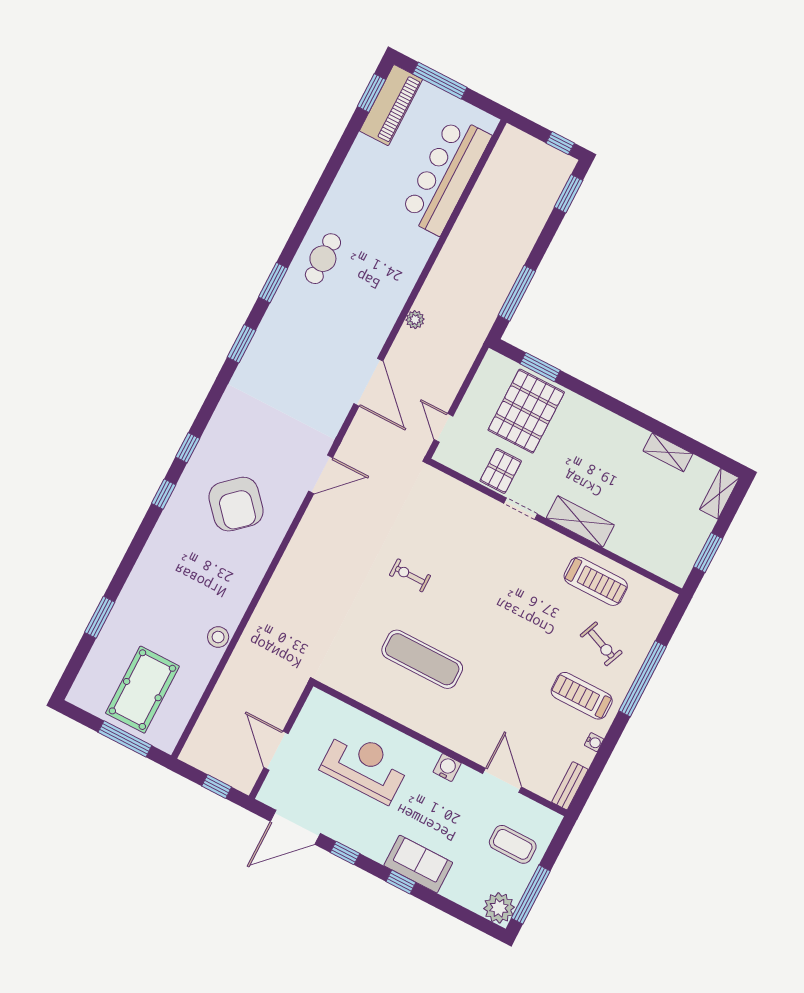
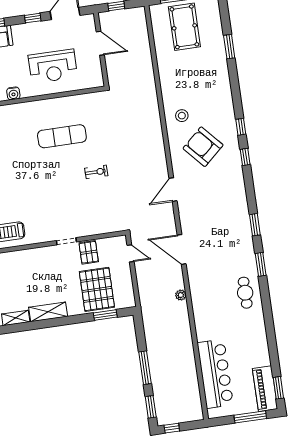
window: (517, 293) -> (145, 368), moved
shelving: (580, 521) -> (48, 312), moved
stool: (218, 637) -> (182, 116), moved

